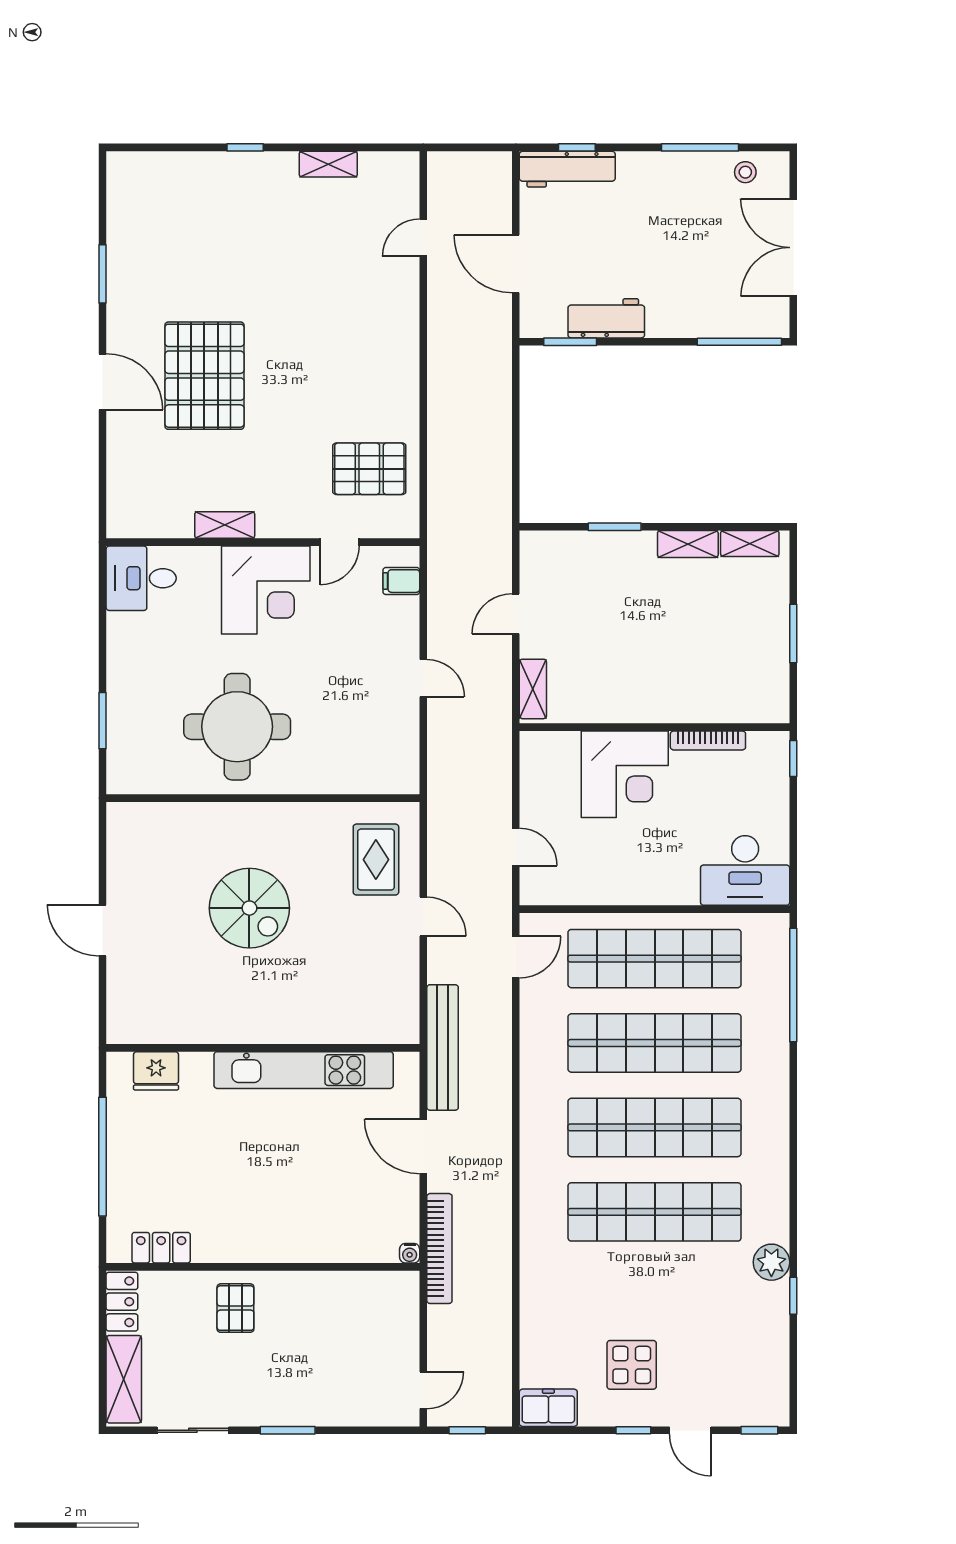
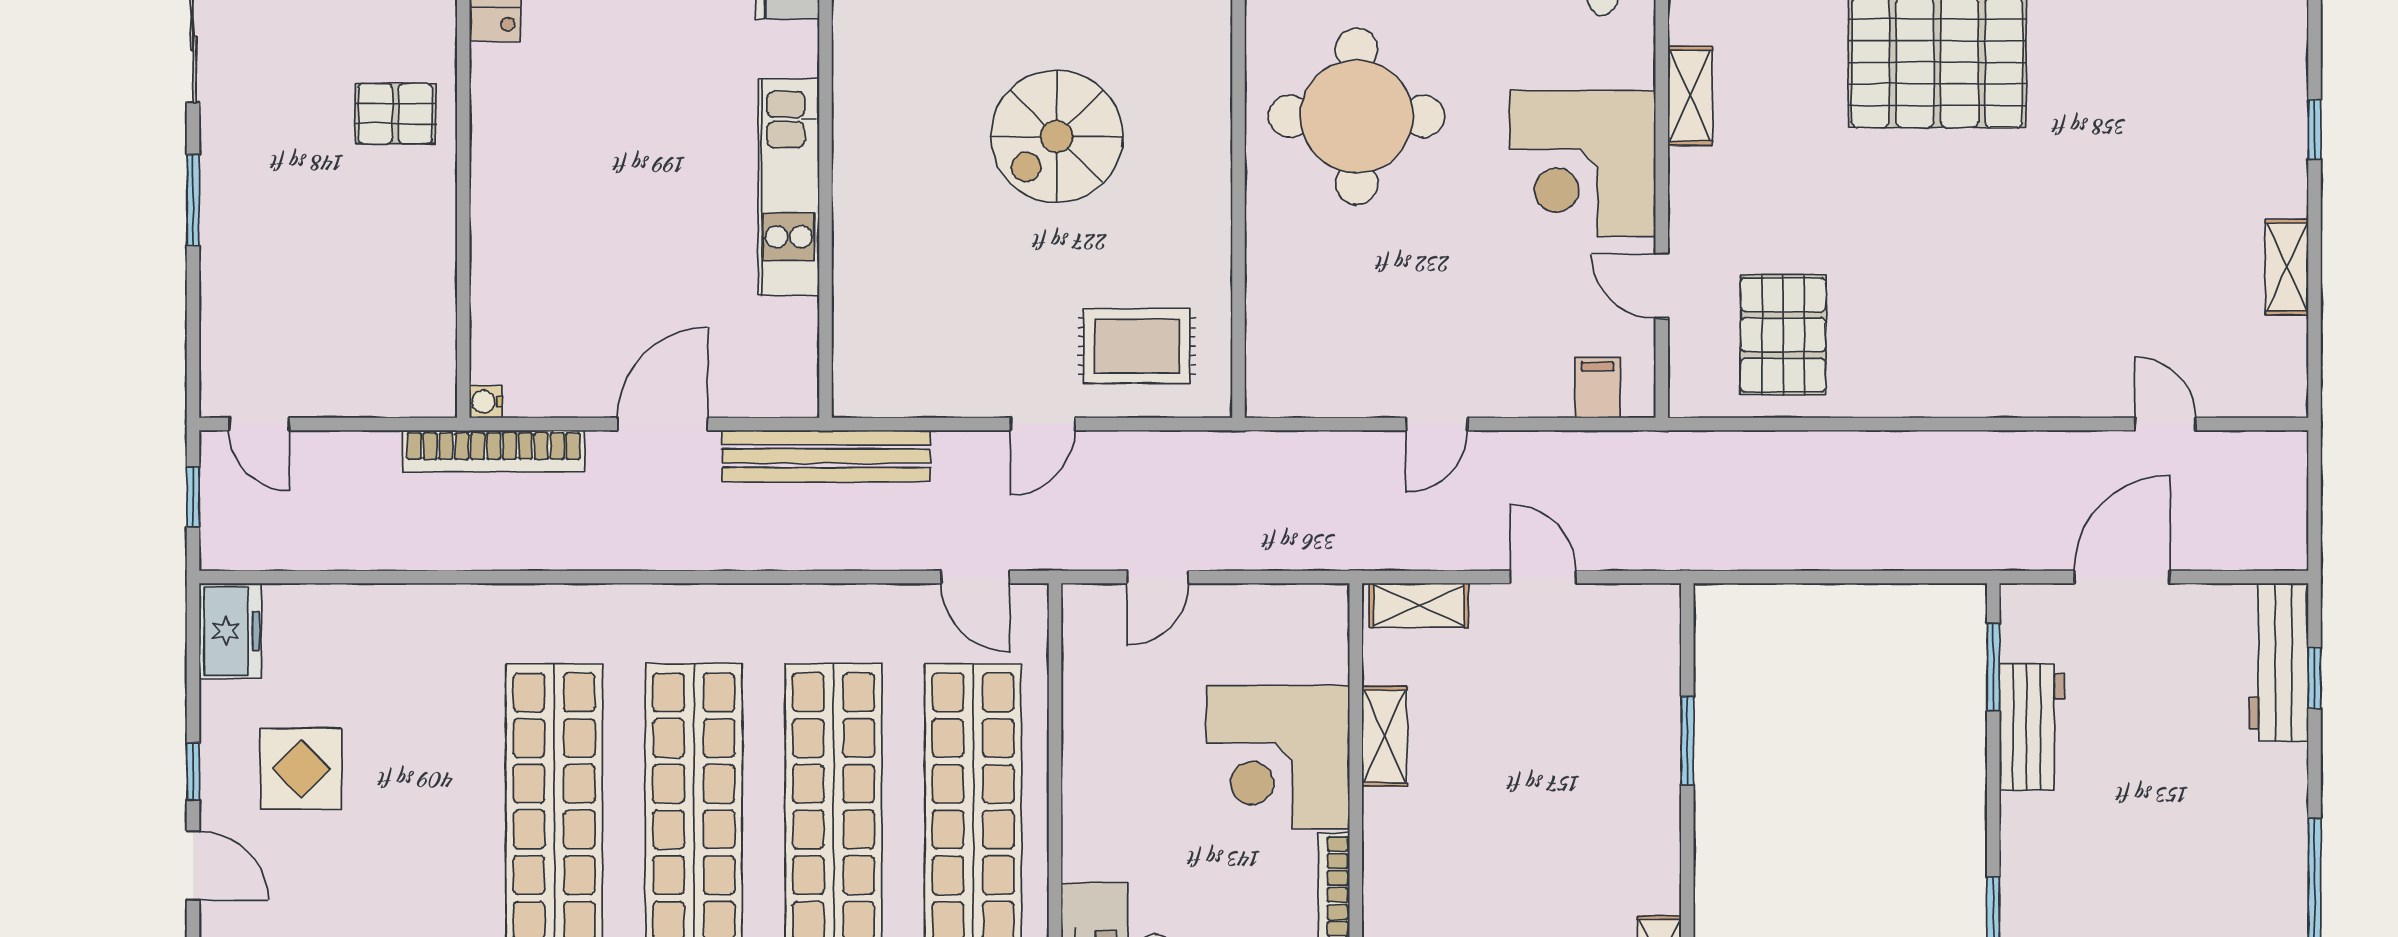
shelving: (688, 544) -> (1384, 736), moved
kitchen unit: (304, 1070) -> (789, 187), width x0.73
door: (690, 1430) -> (193, 866), swing flipped

